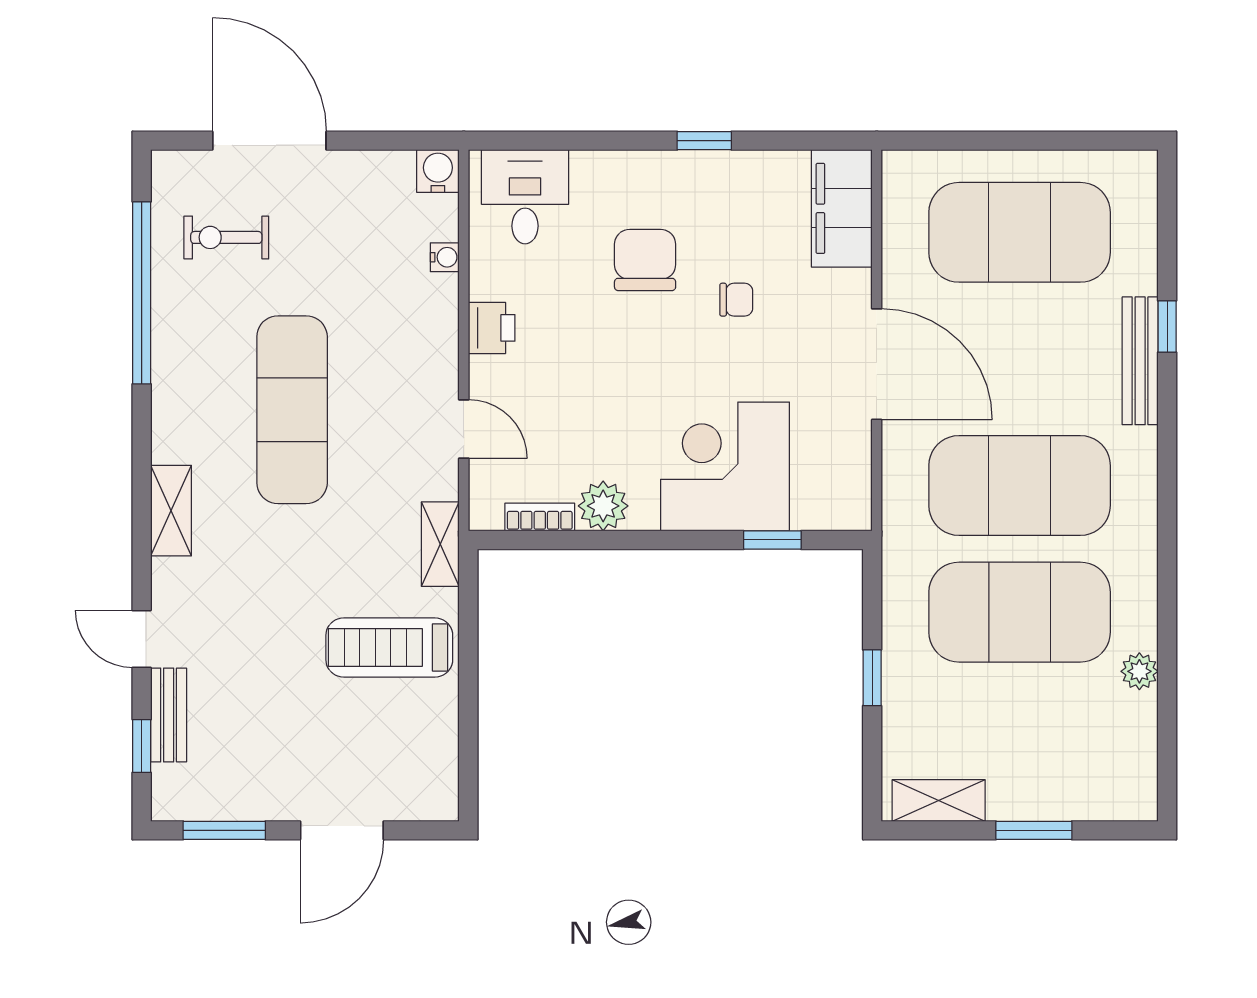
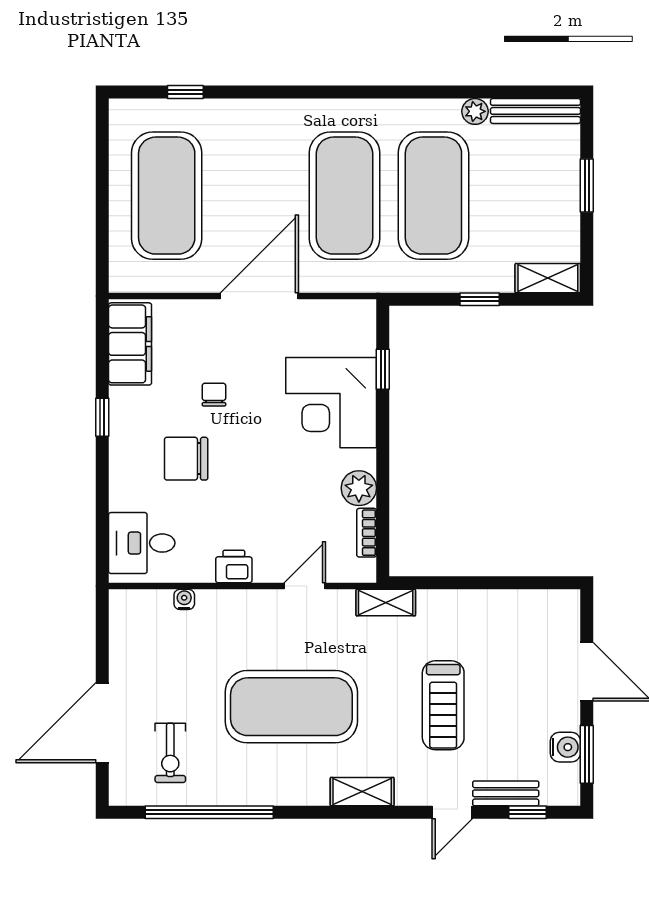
water cooler: (438, 171) -> (565, 747), moved, turned 180
filing cabinet: (842, 208) -> (130, 344), moved, turned -90
window: (1167, 327) -> (185, 92), moved
bench: (1140, 361) -> (535, 111), moved
exercise mat: (292, 410) -> (291, 707), width x1.47
treadmill: (389, 647) -> (443, 705), moved
shelving: (939, 800) -> (548, 278), moved, turned 90

